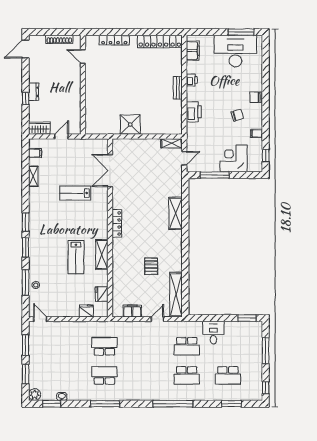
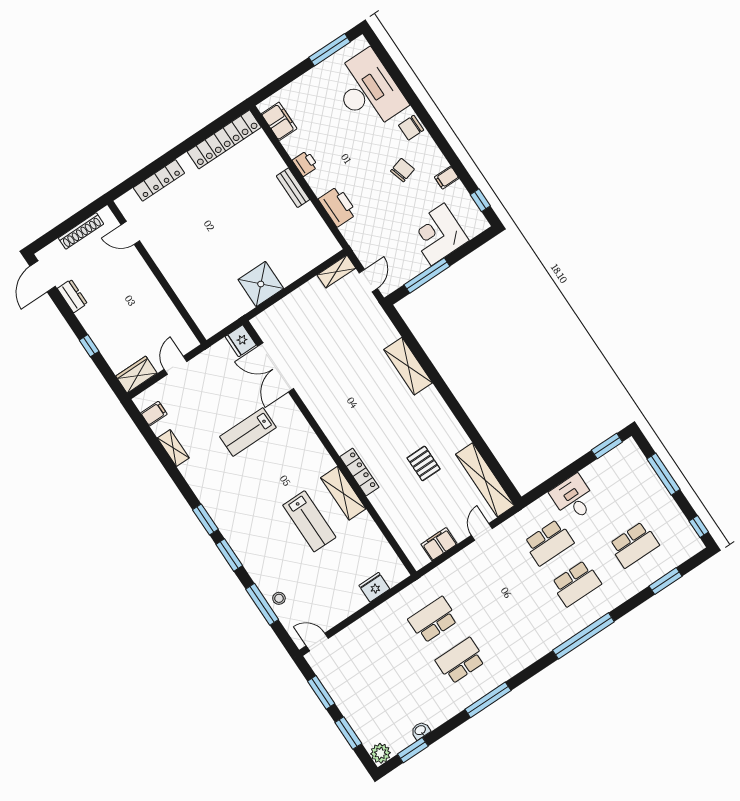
desk: (235, 51) -> (368, 90), moved, turned 90
dresser: (34, 92) -> (72, 296), moved
locker: (117, 224) -> (359, 472), moved
fridge: (102, 294) -> (241, 341), moved

